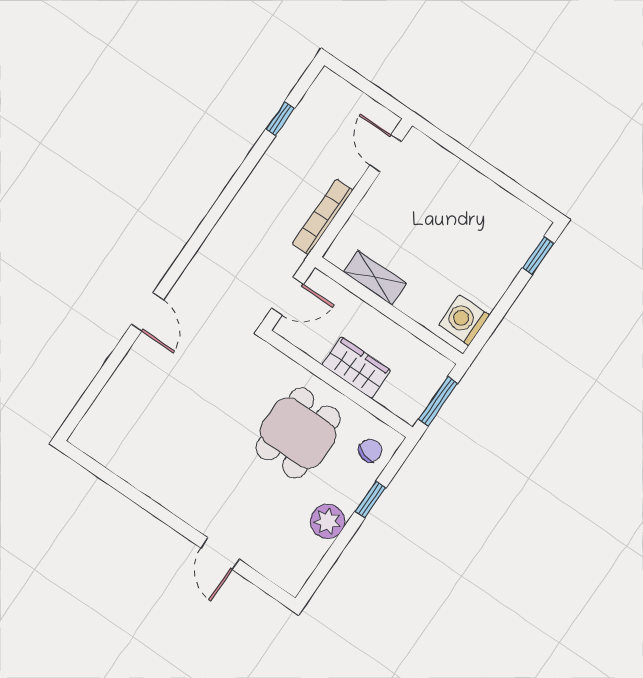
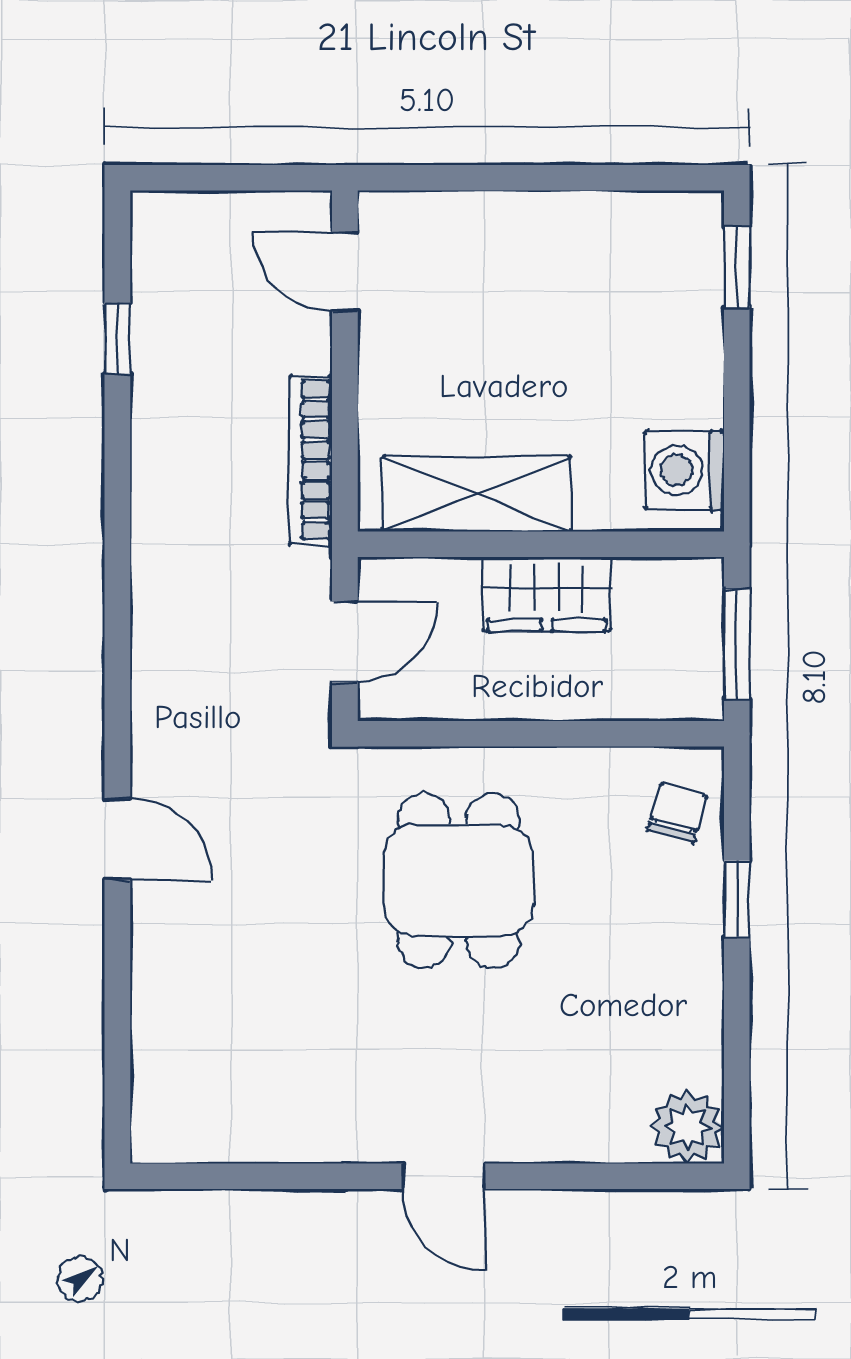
shelving: (375, 278) -> (476, 494), width x1.50, depth x1.33
wardrobe: (356, 368) -> (547, 594), moved, turned 180
dining table: (298, 433) -> (458, 880), moved
plant: (328, 521) -> (687, 1127), moved
door: (220, 554) -> (443, 1176), moved

